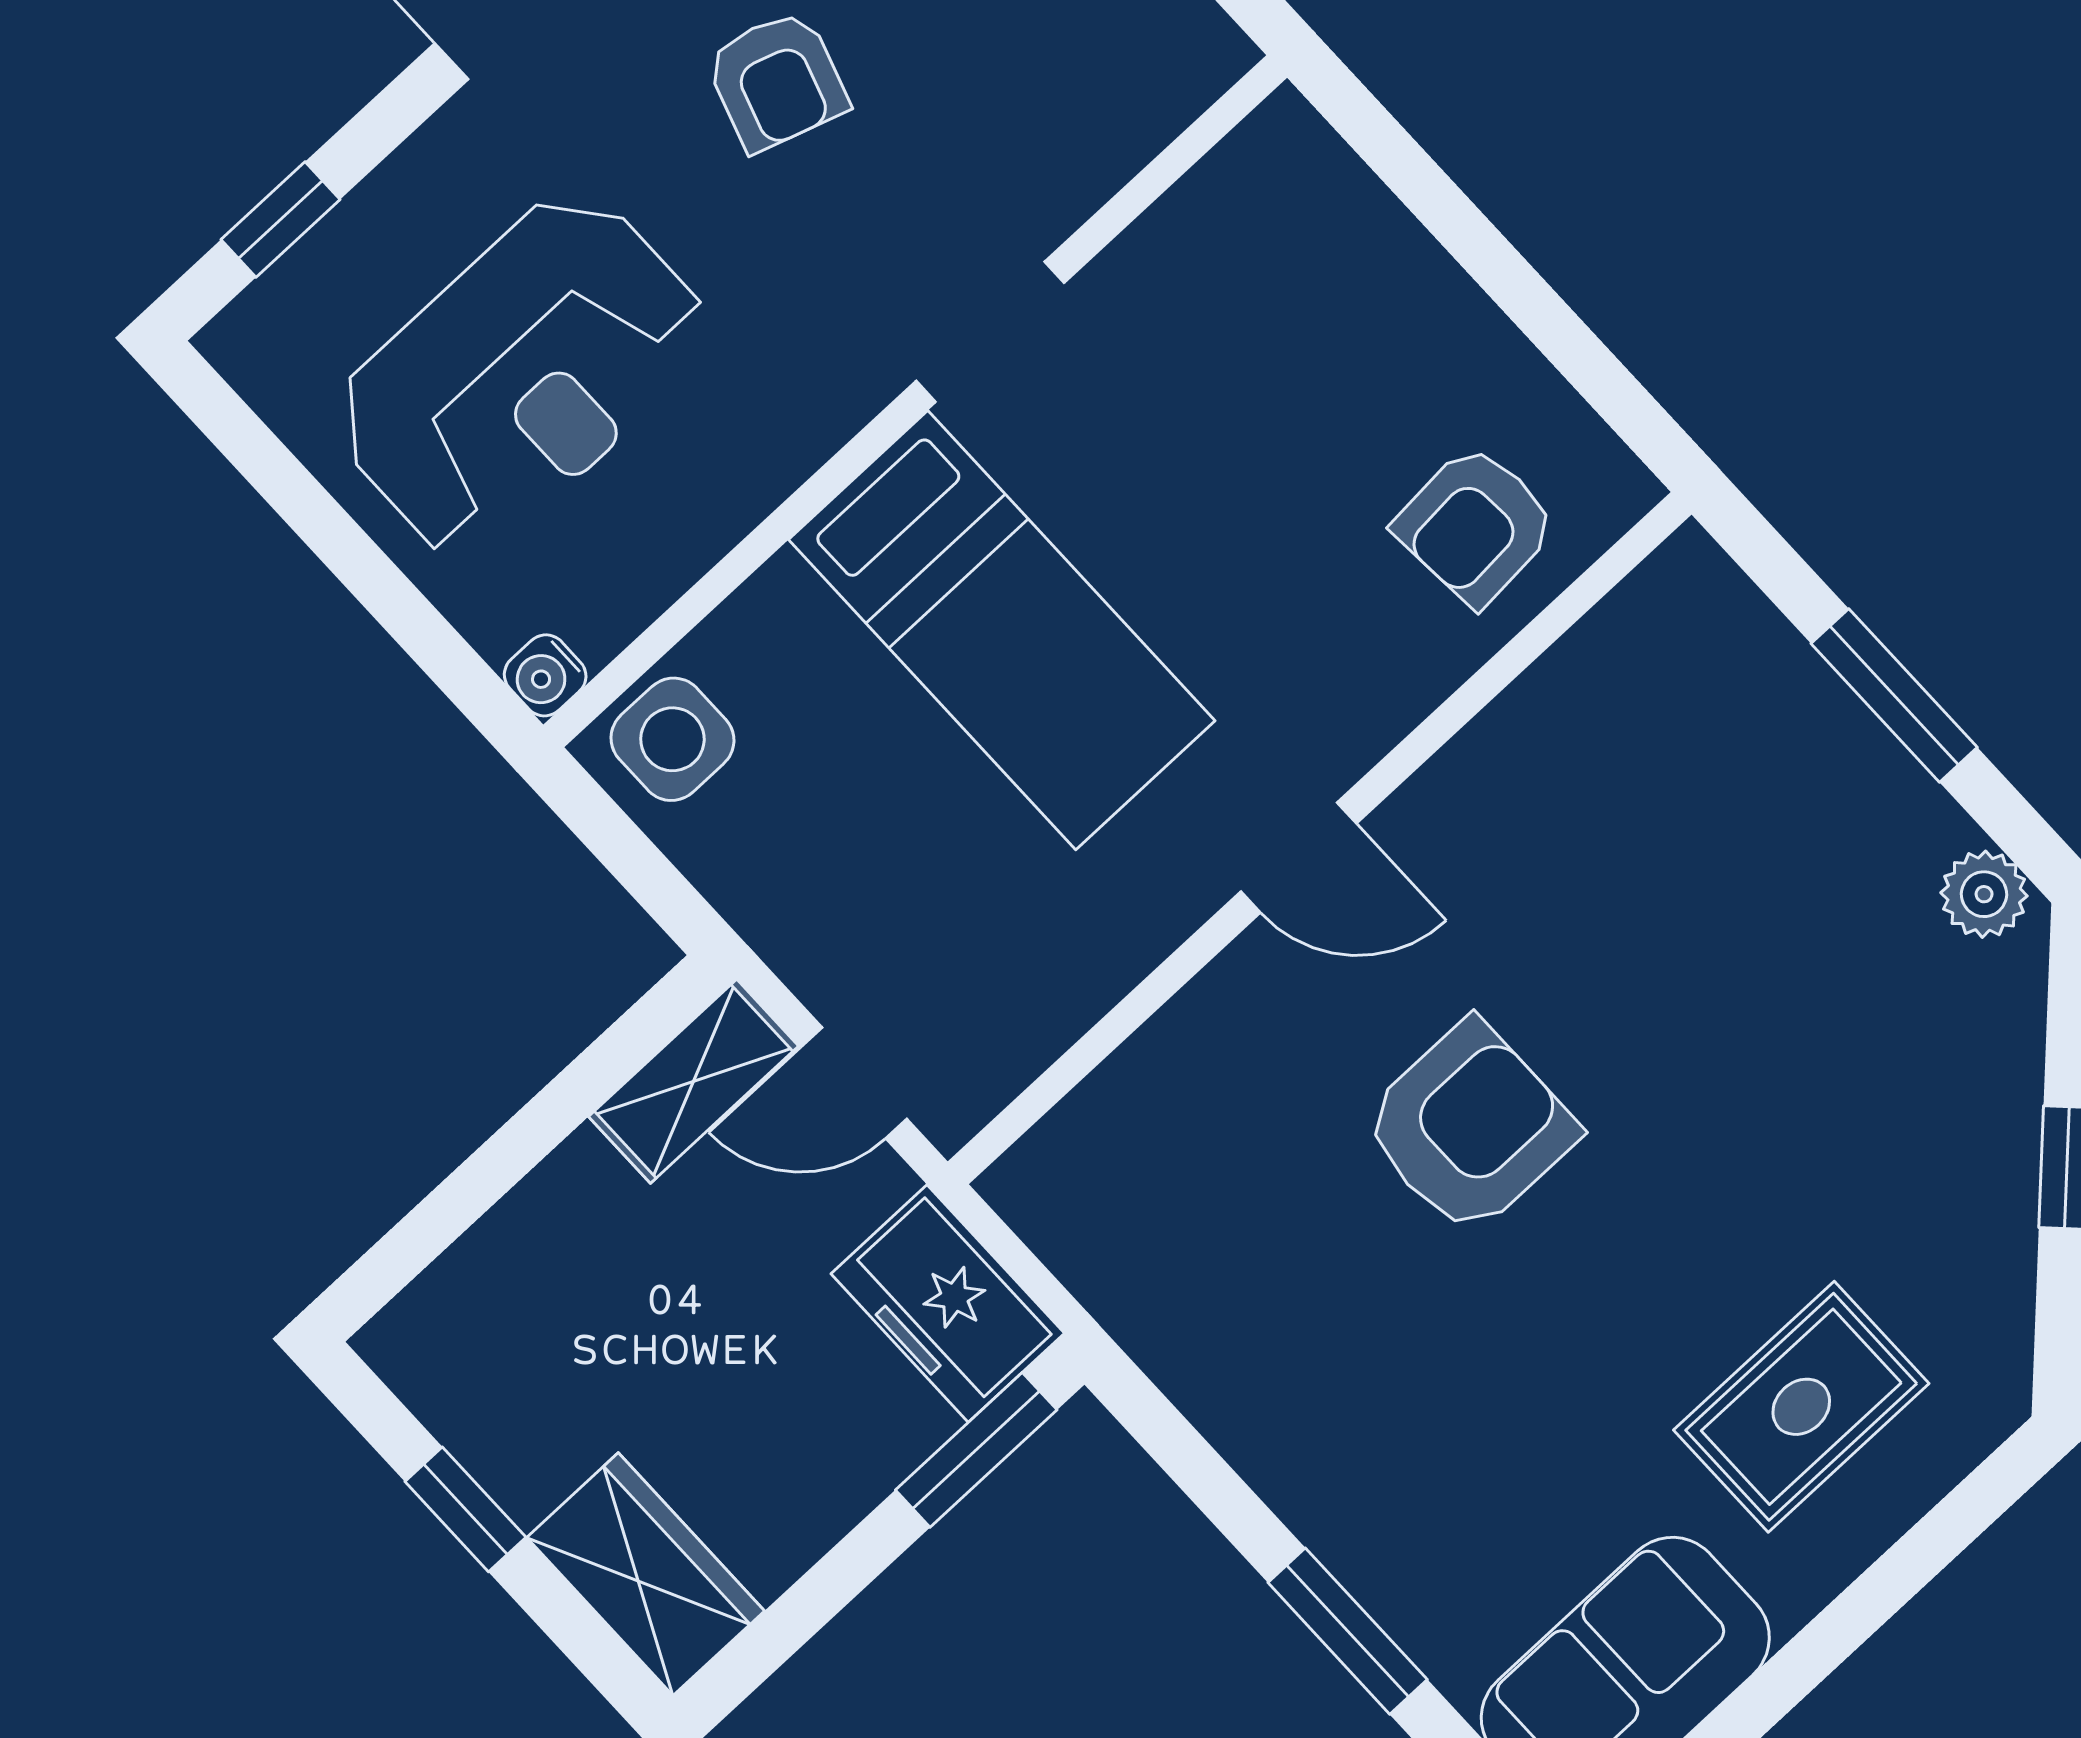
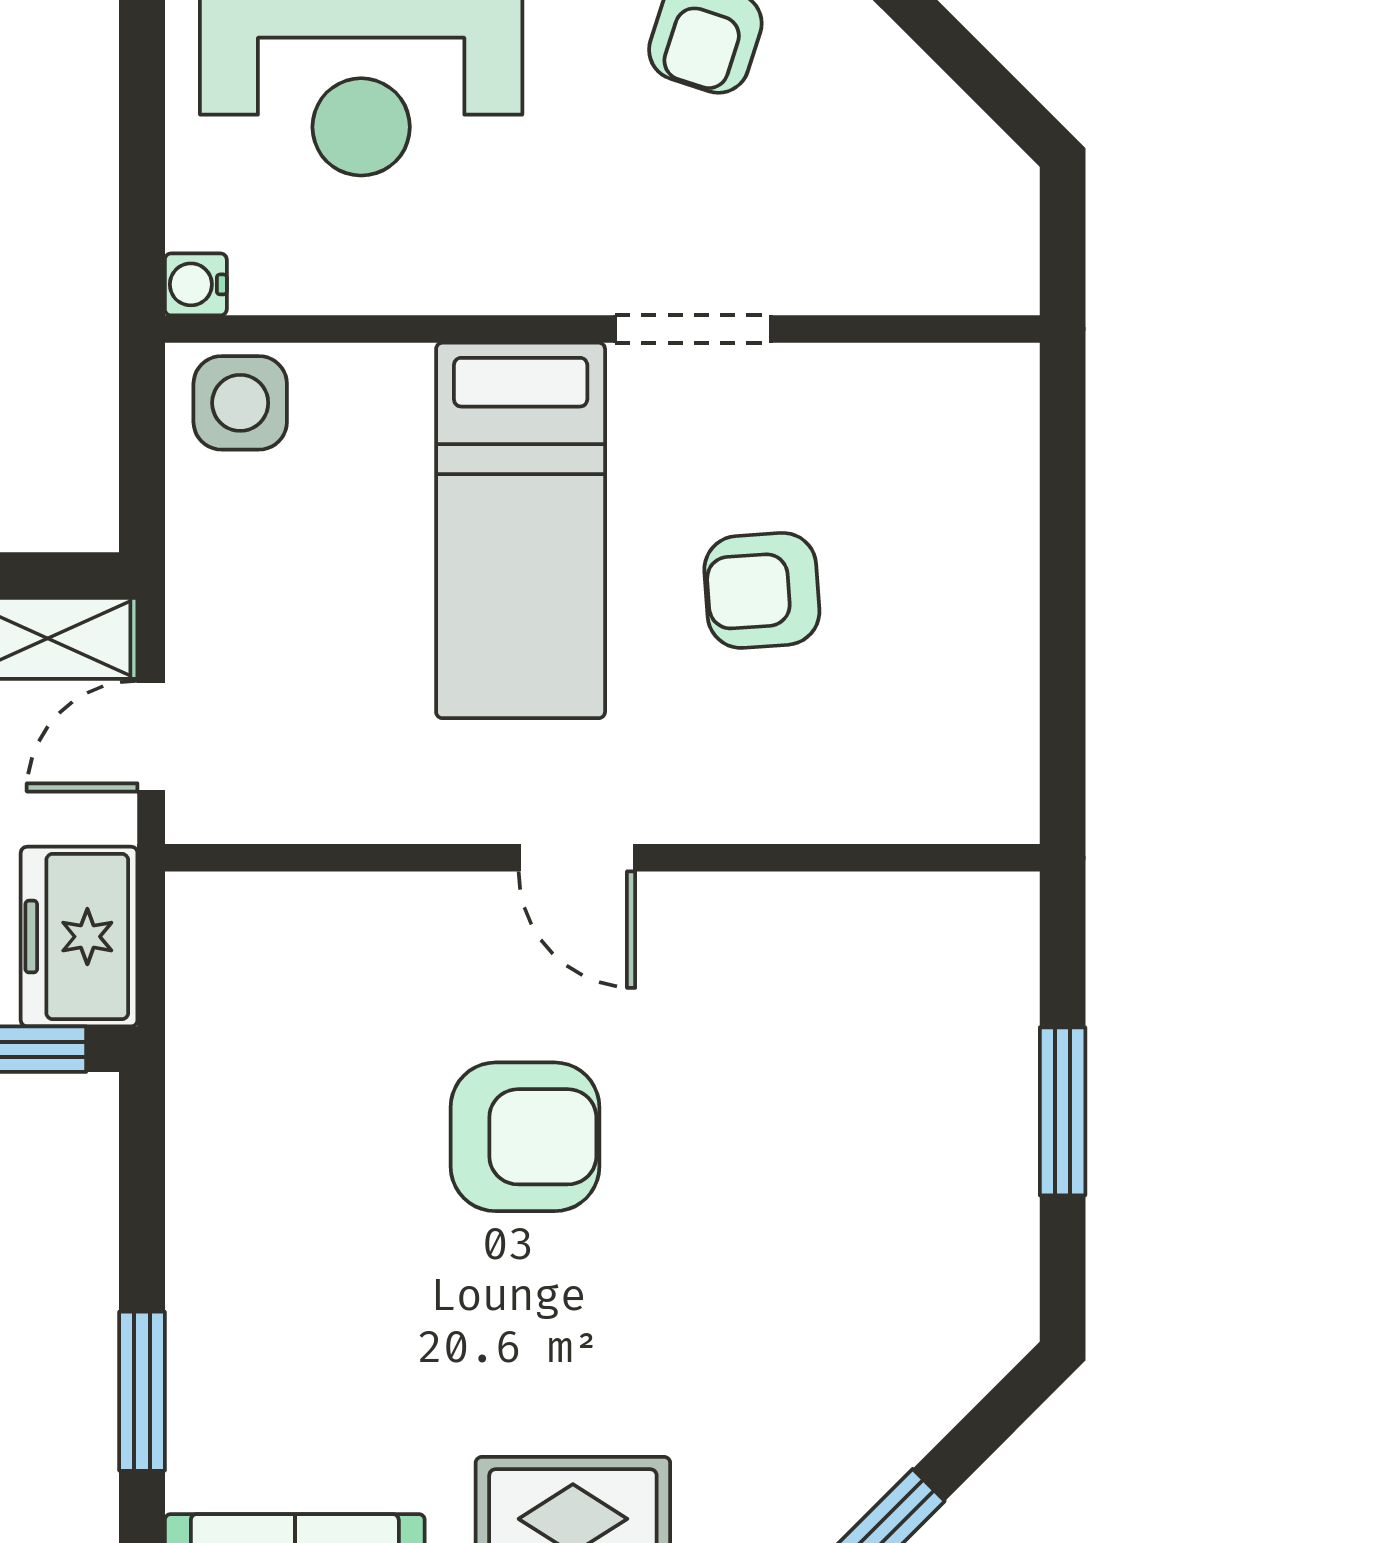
armchair: (1476, 525) -> (762, 590), moved
plant: (1984, 894) -> (1001, 1295), removed
door: (854, 1083) -> (151, 736), hinge flipped

